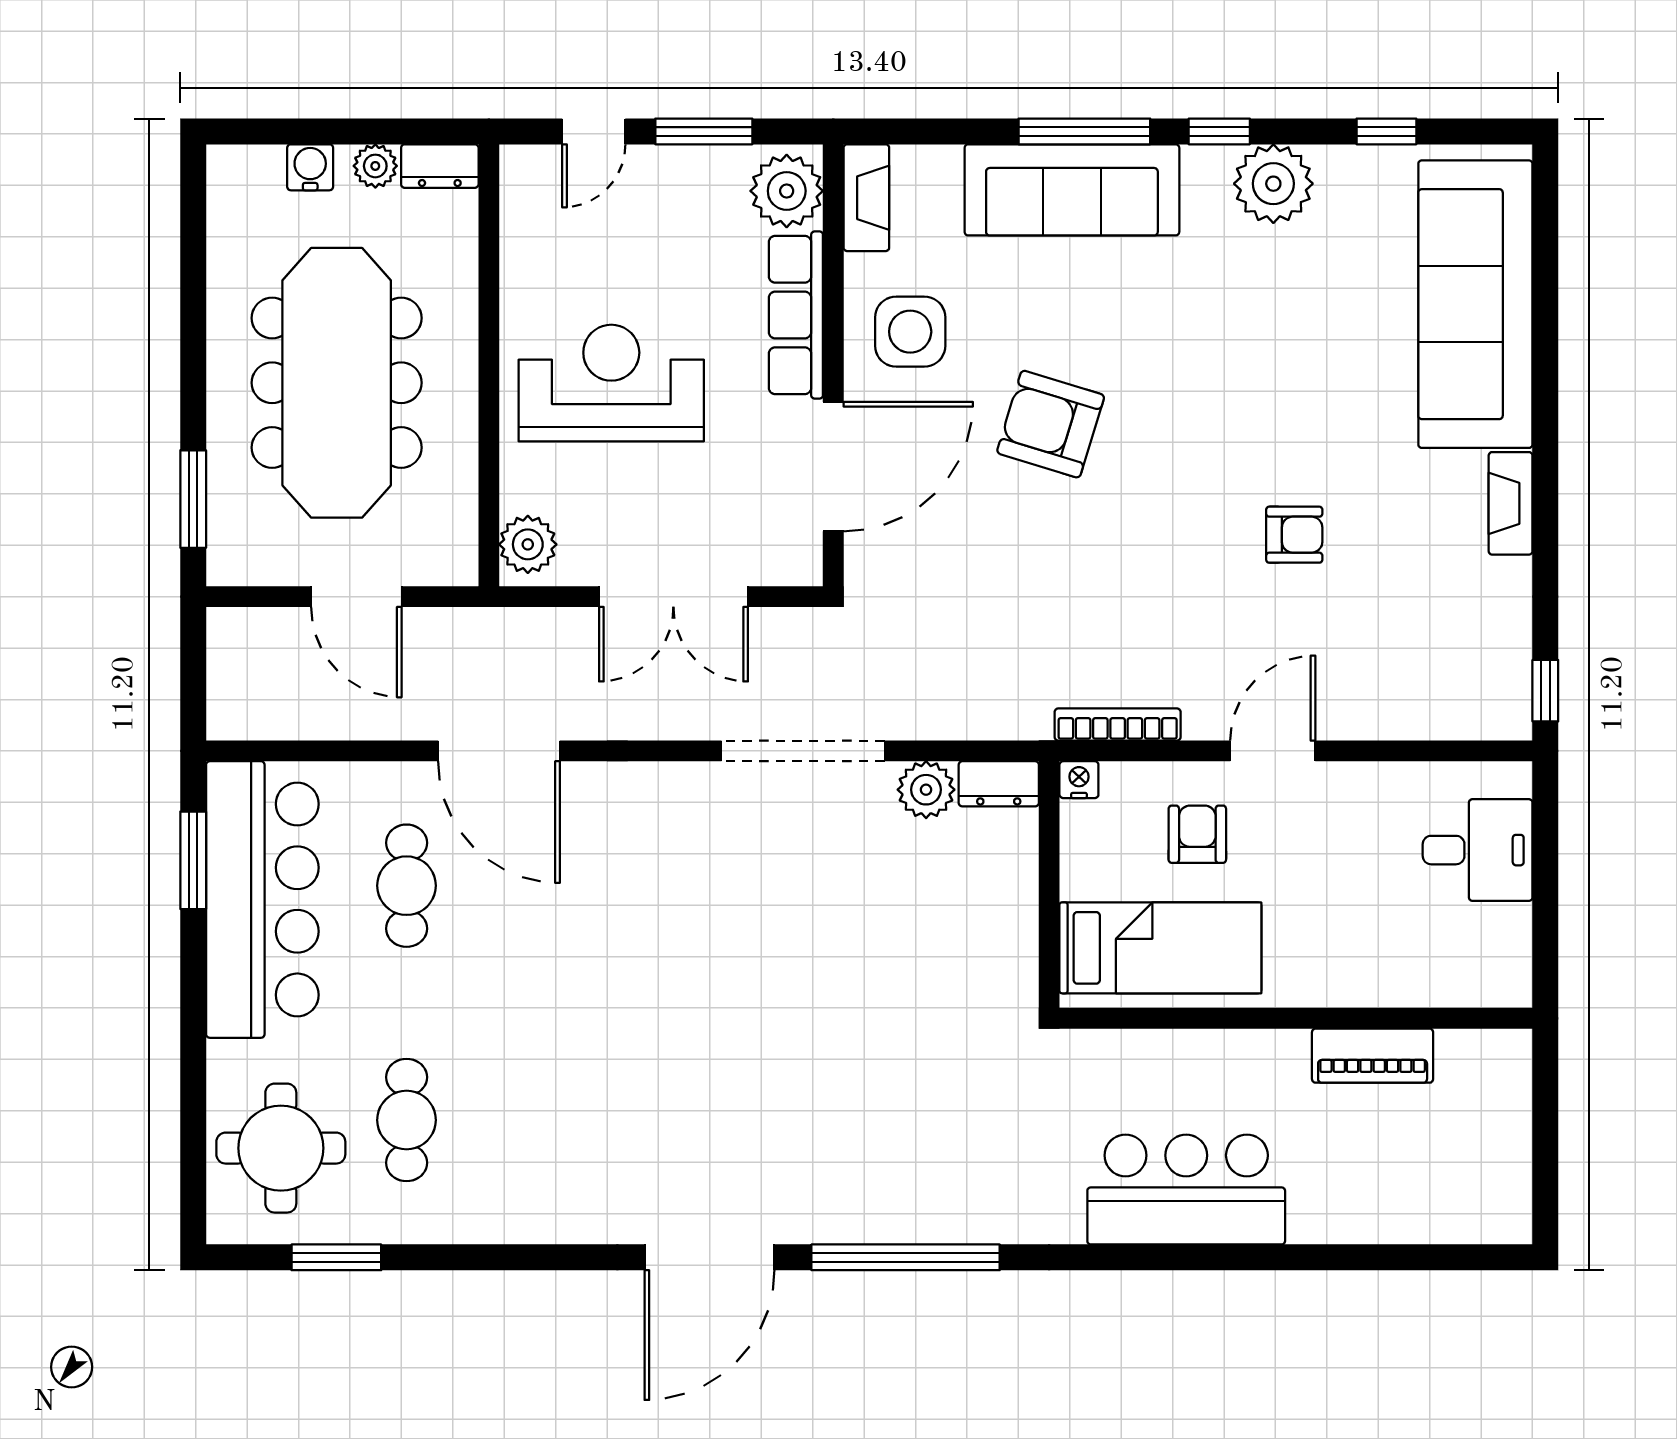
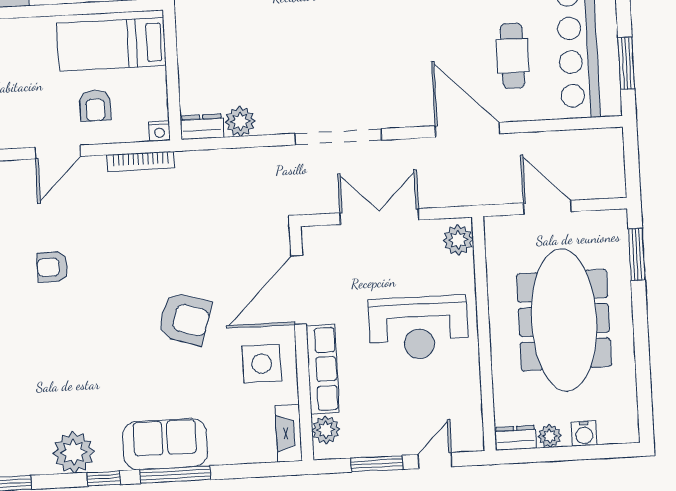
sofa: (1072, 190) -> (165, 444), width x0.73
plant: (787, 191) -> (326, 430), width x0.73, depth x0.73
doorway: (803, 751) -> (338, 137), moved

